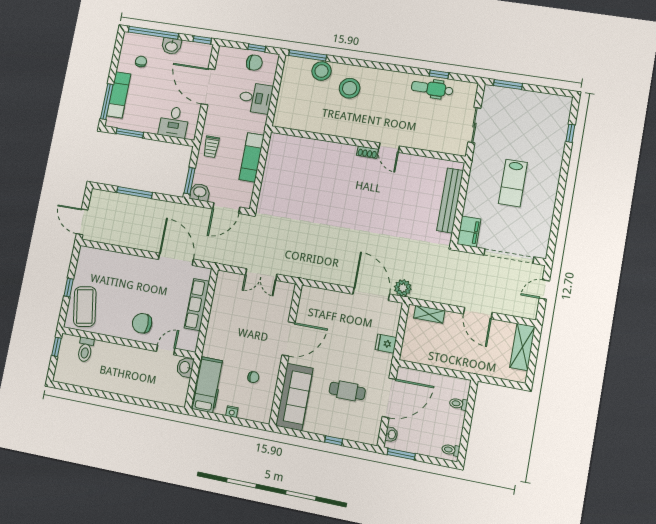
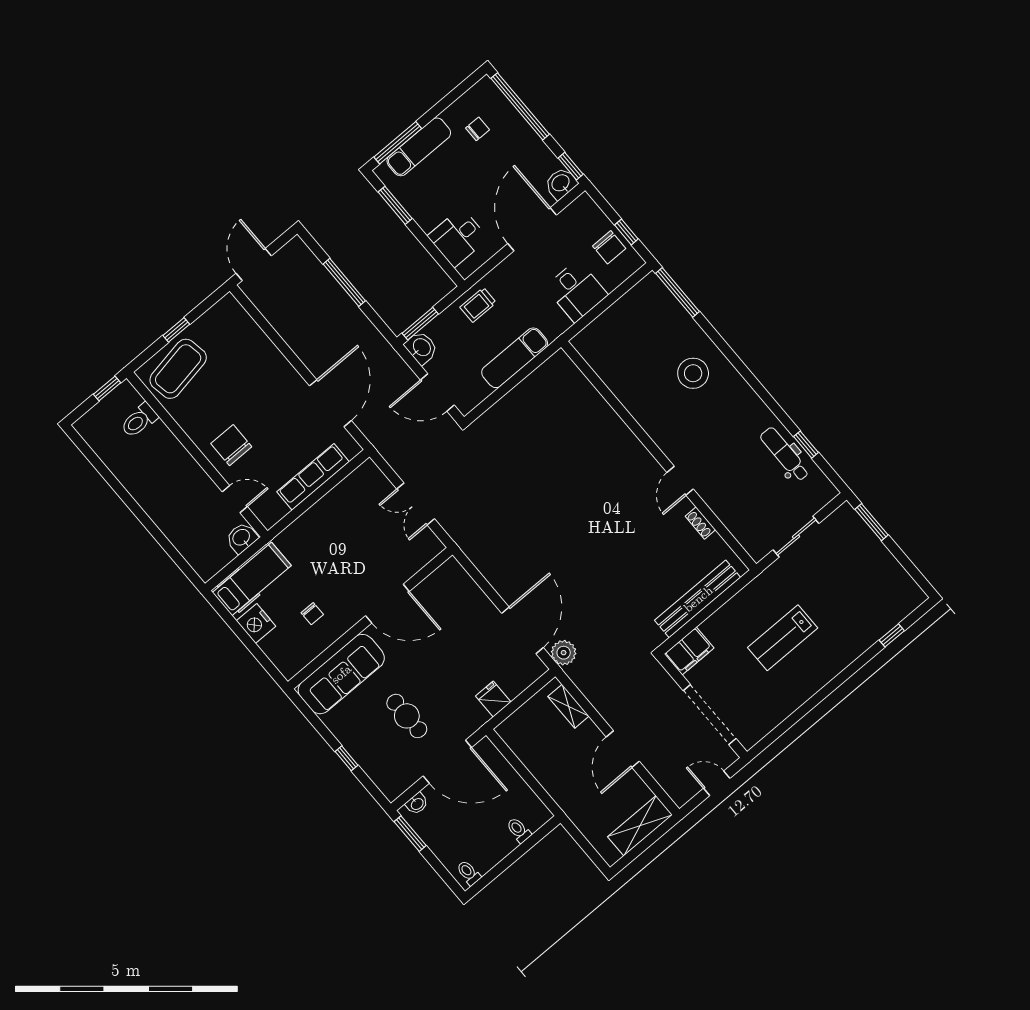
washbasin: (171, 46) -> (561, 183), moved, turned 90
stool: (322, 71) -> (678, 325), removed
shoe rack: (367, 152) -> (700, 523), moved
nightstand: (232, 412) -> (256, 623), width x1.89, depth x1.79

